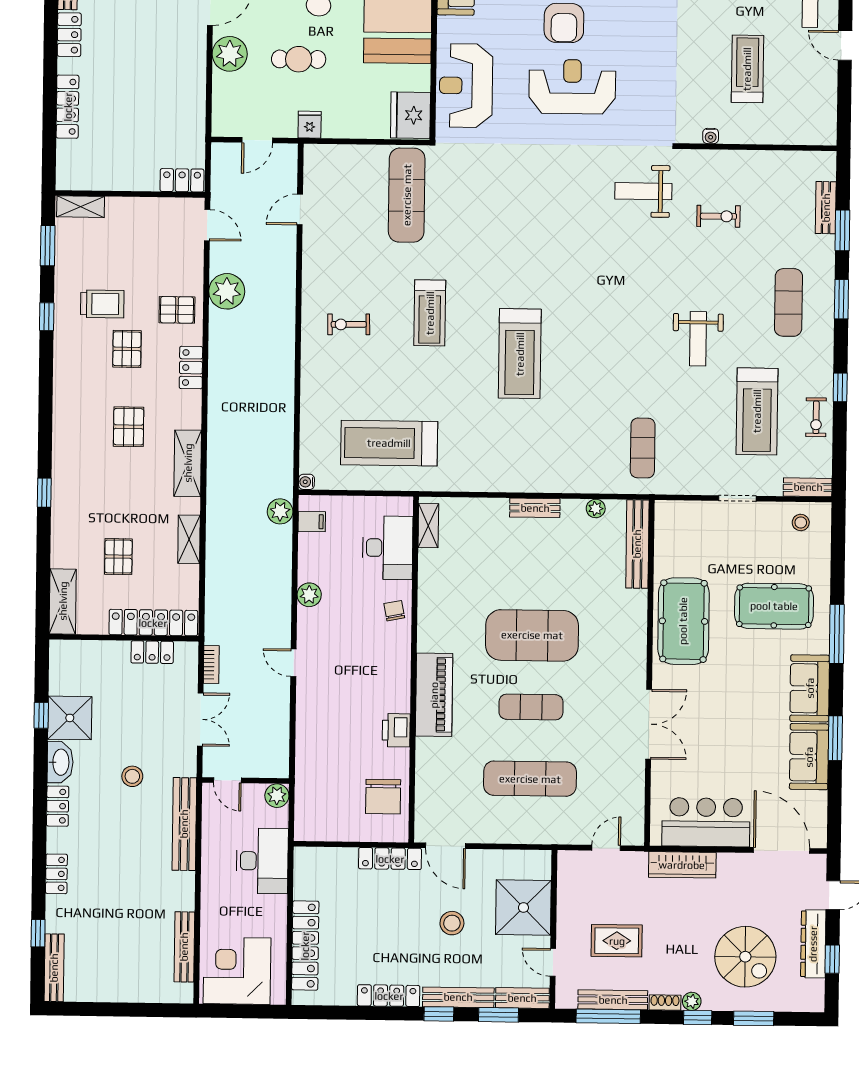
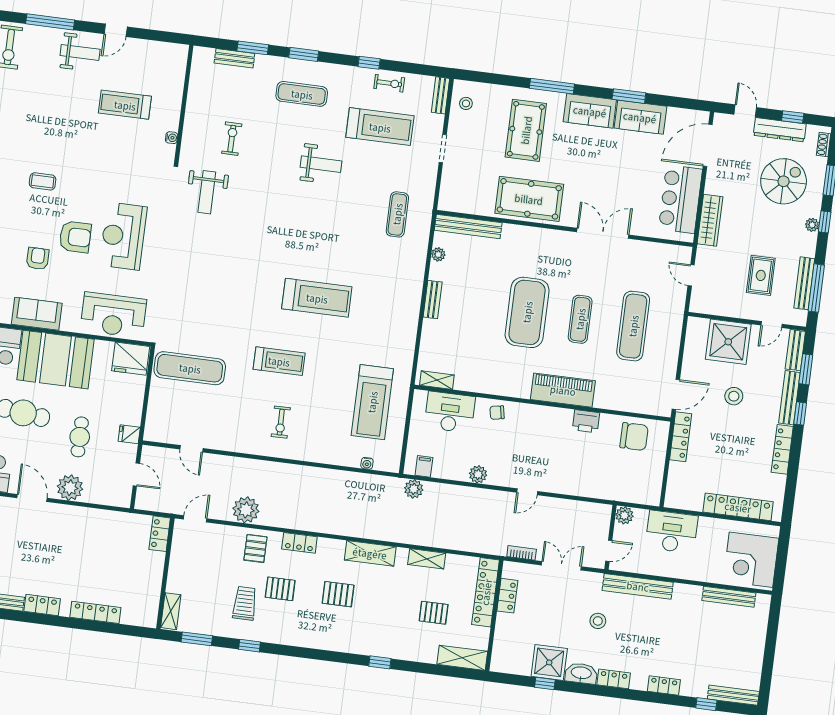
exercise mat: (643, 448) -> (397, 214), turned 90
water cooler: (306, 482) -> (367, 463), moved
shoe rack: (665, 1003) -> (824, 145), moved

